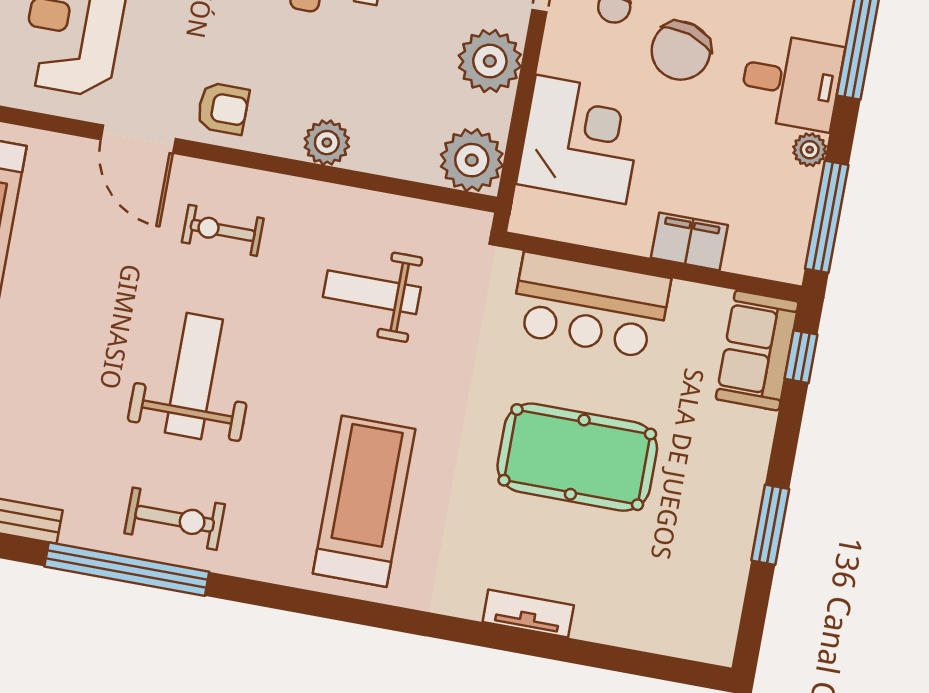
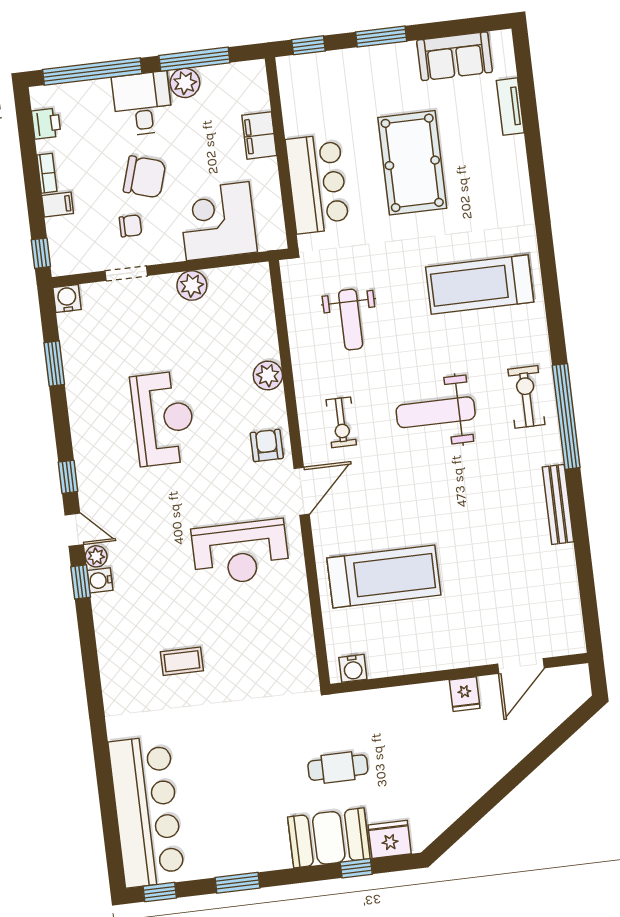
plant: (490, 61) -> (192, 285), width x0.73, depth x0.73
plant: (810, 150) -> (185, 83), width x1.38, depth x1.38
plant: (472, 160) -> (251, 284), removed
window: (827, 217) -> (194, 59), moved
sofa: (757, 350) -> (455, 56), moved
window: (770, 525) -> (381, 37), moved
tv unit: (528, 614) -> (510, 107), moved

